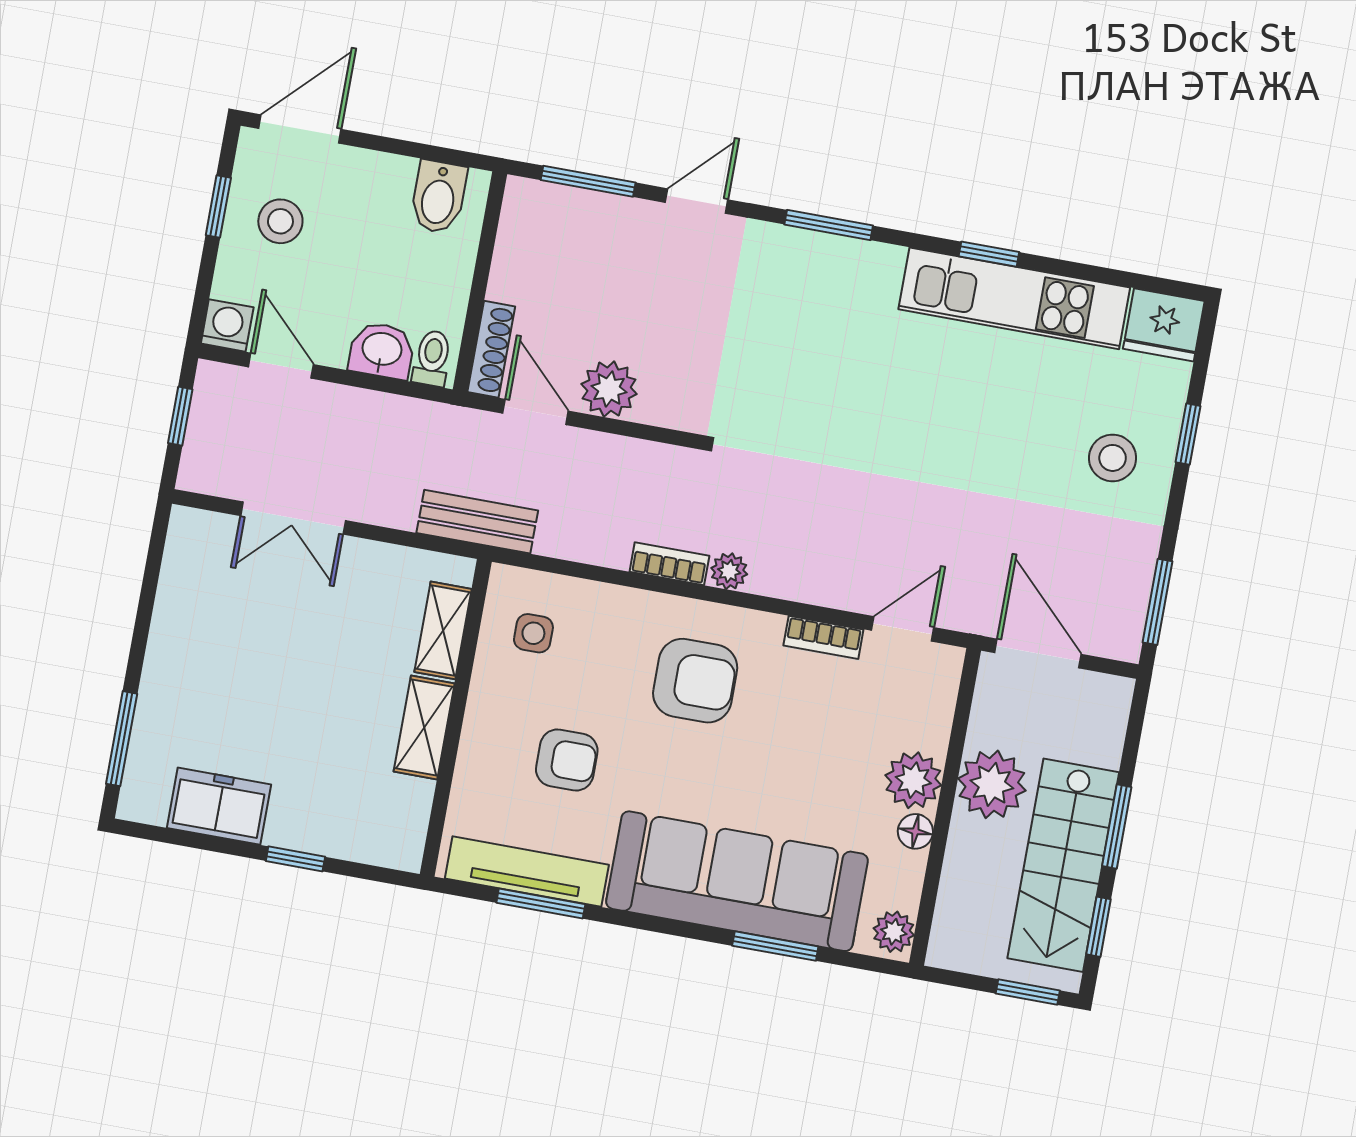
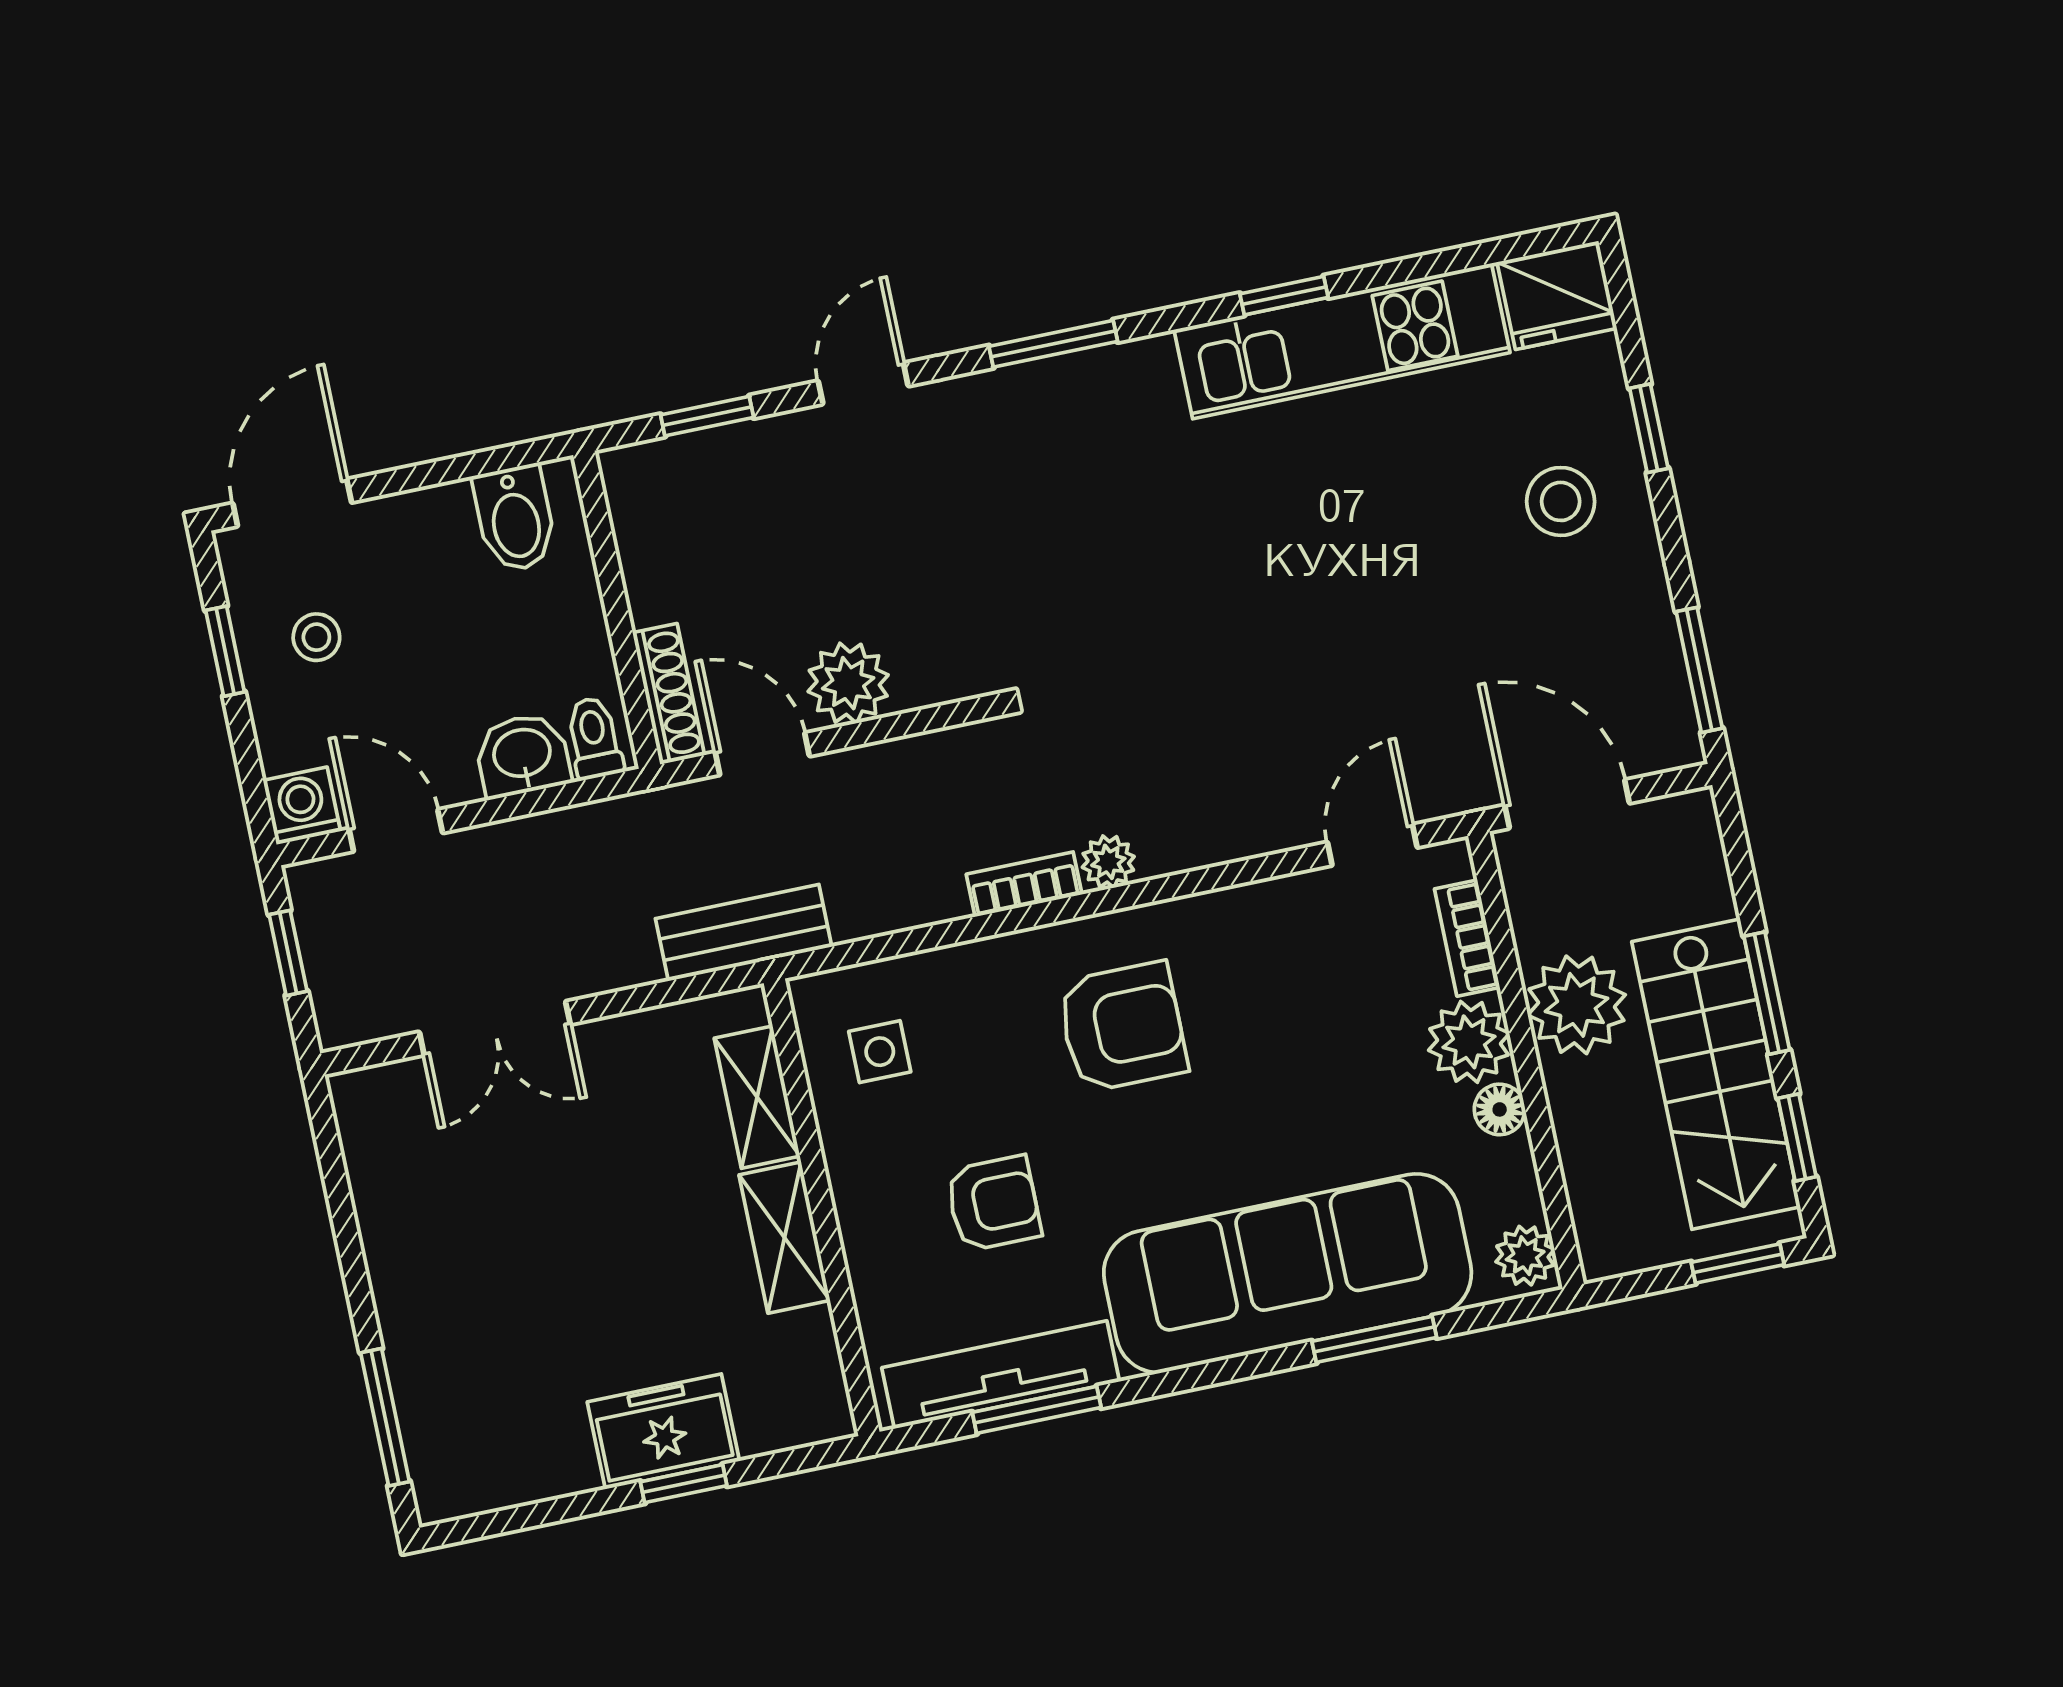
window: (588, 181) -> (707, 416), width x0.67
stool: (280, 221) -> (316, 637), width x0.73, depth x0.73
bookcase: (823, 637) -> (1467, 938), moved, turned 90
freezer: (219, 806) -> (663, 1431), moved

